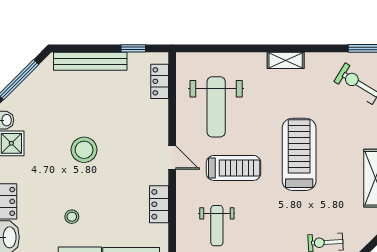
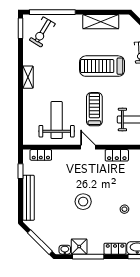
weight bench: (216, 107) -> (57, 120), turned -90
treadmill: (299, 154) -> (102, 66), moved
door: (172, 158) -> (88, 147), hinge flipped

